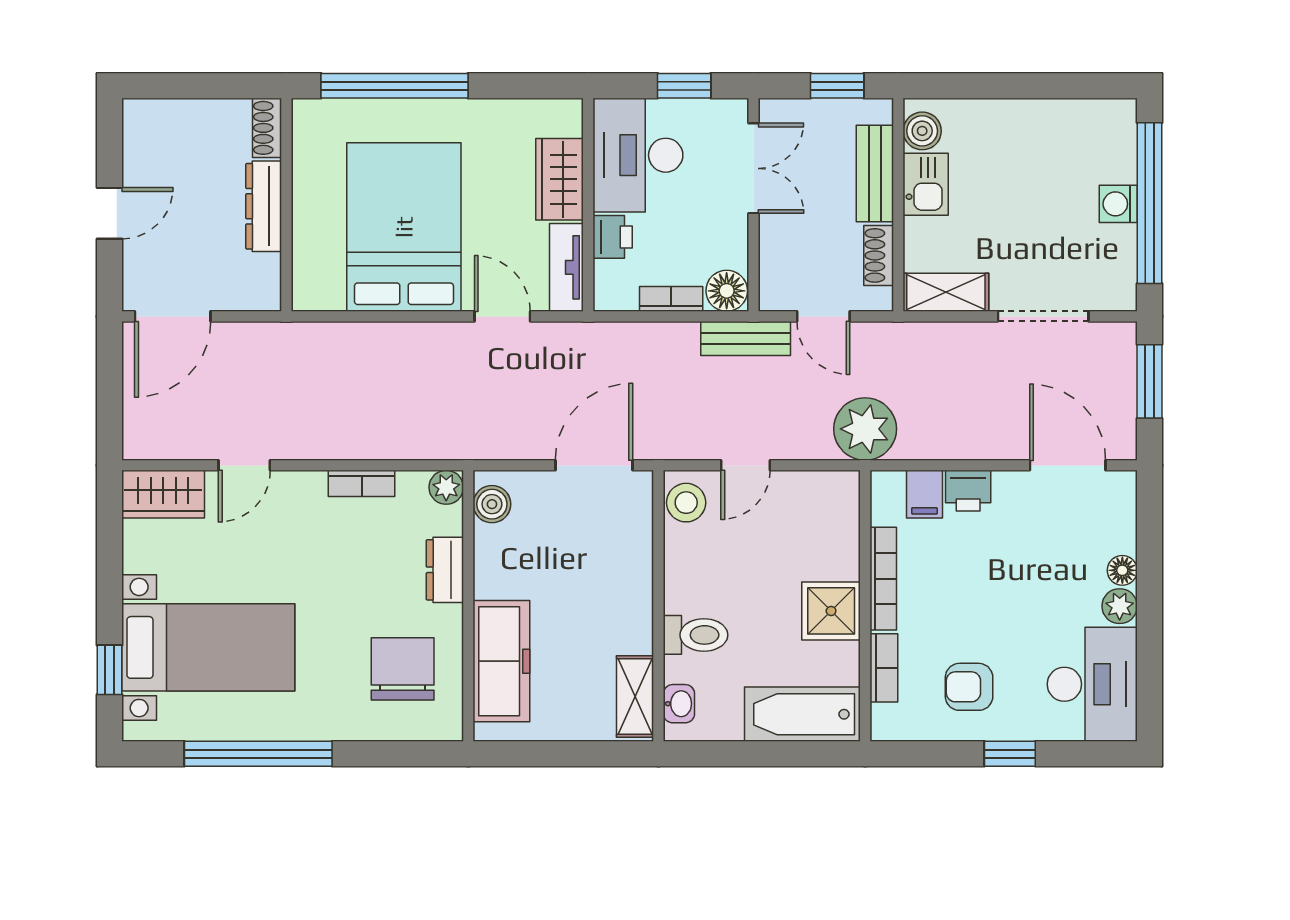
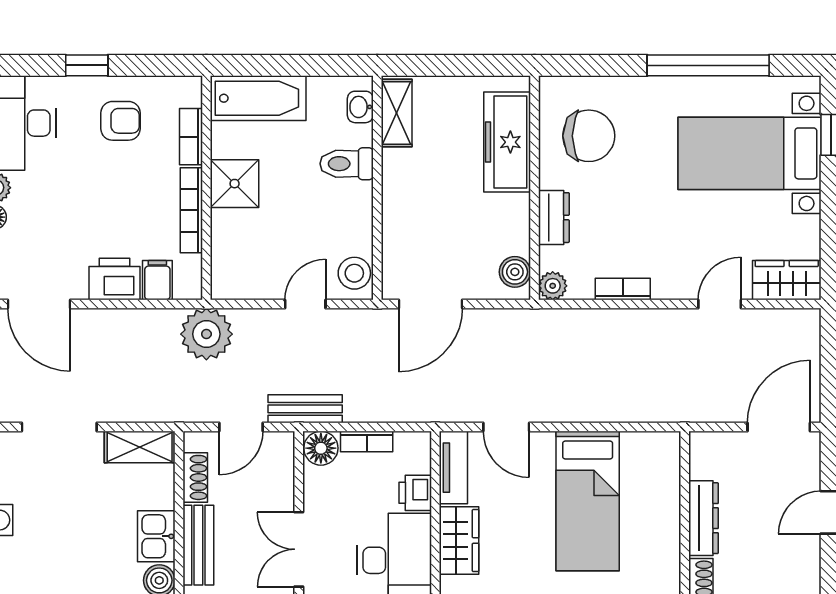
bed: (404, 227) -> (588, 501), width x0.67
door: (823, 316) -> (241, 427), swing flipped
printer: (968, 491) -> (114, 279), width x1.36, depth x1.24
chair: (403, 669) -> (589, 136), turned -90

